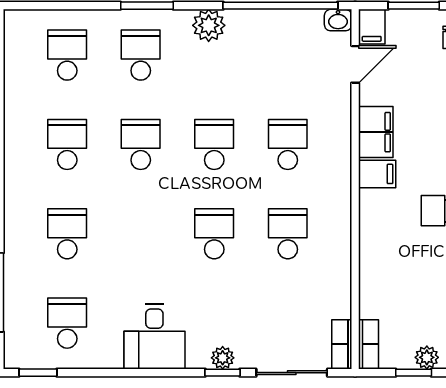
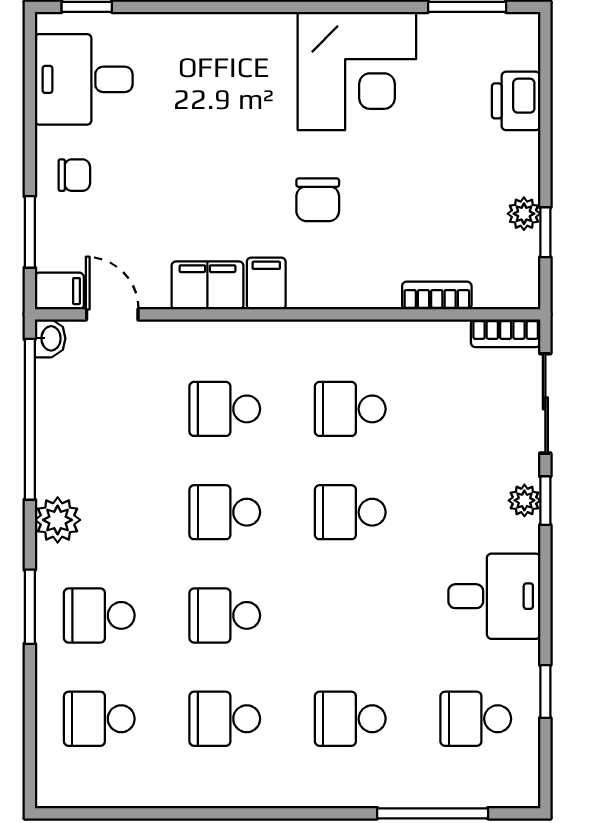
bookcase: (368, 344) -> (437, 296), moved
window: (38, 373) -> (545, 692), moved

